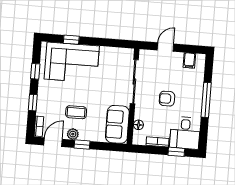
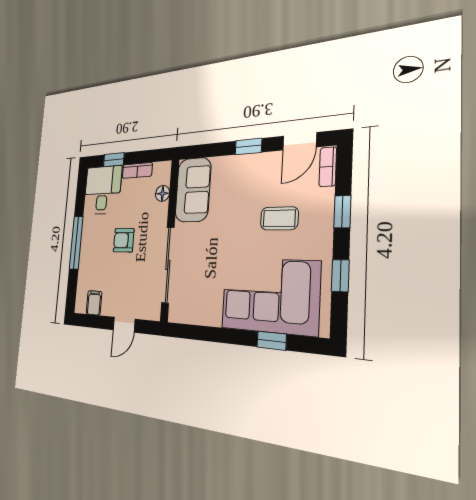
armchair: (167, 99) -> (124, 240), turned 180
coffee table: (76, 112) -> (279, 218), moved
plant: (73, 134) -> (264, 162), removed

